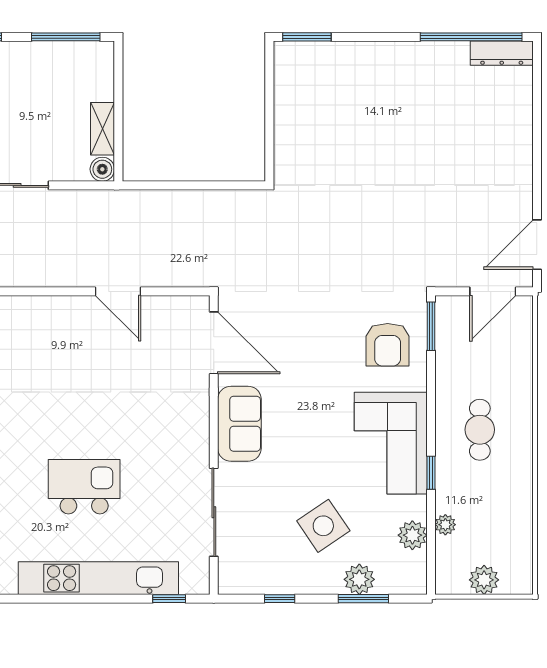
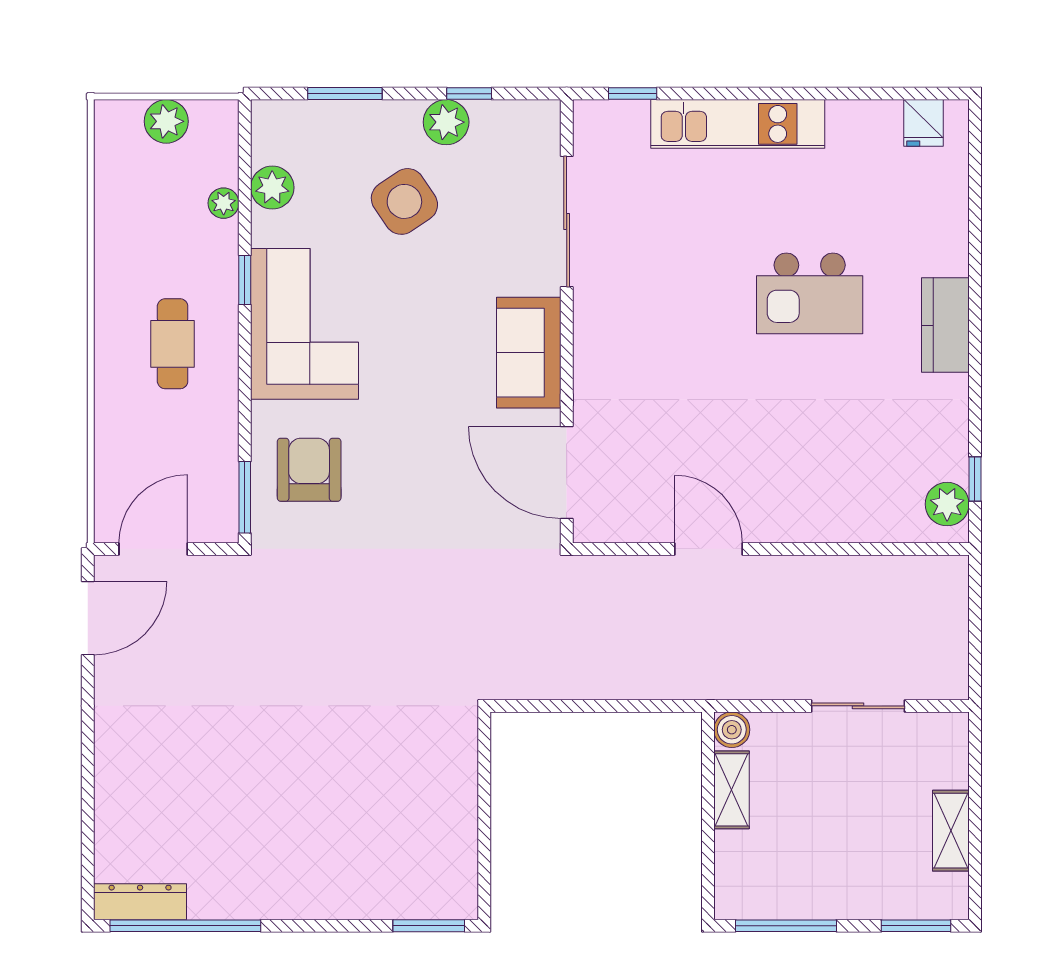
kitchen island: (84, 487) -> (810, 293), moved
kitchen unit: (98, 578) -> (738, 124), width x0.73
plant: (359, 579) -> (446, 122), moved

